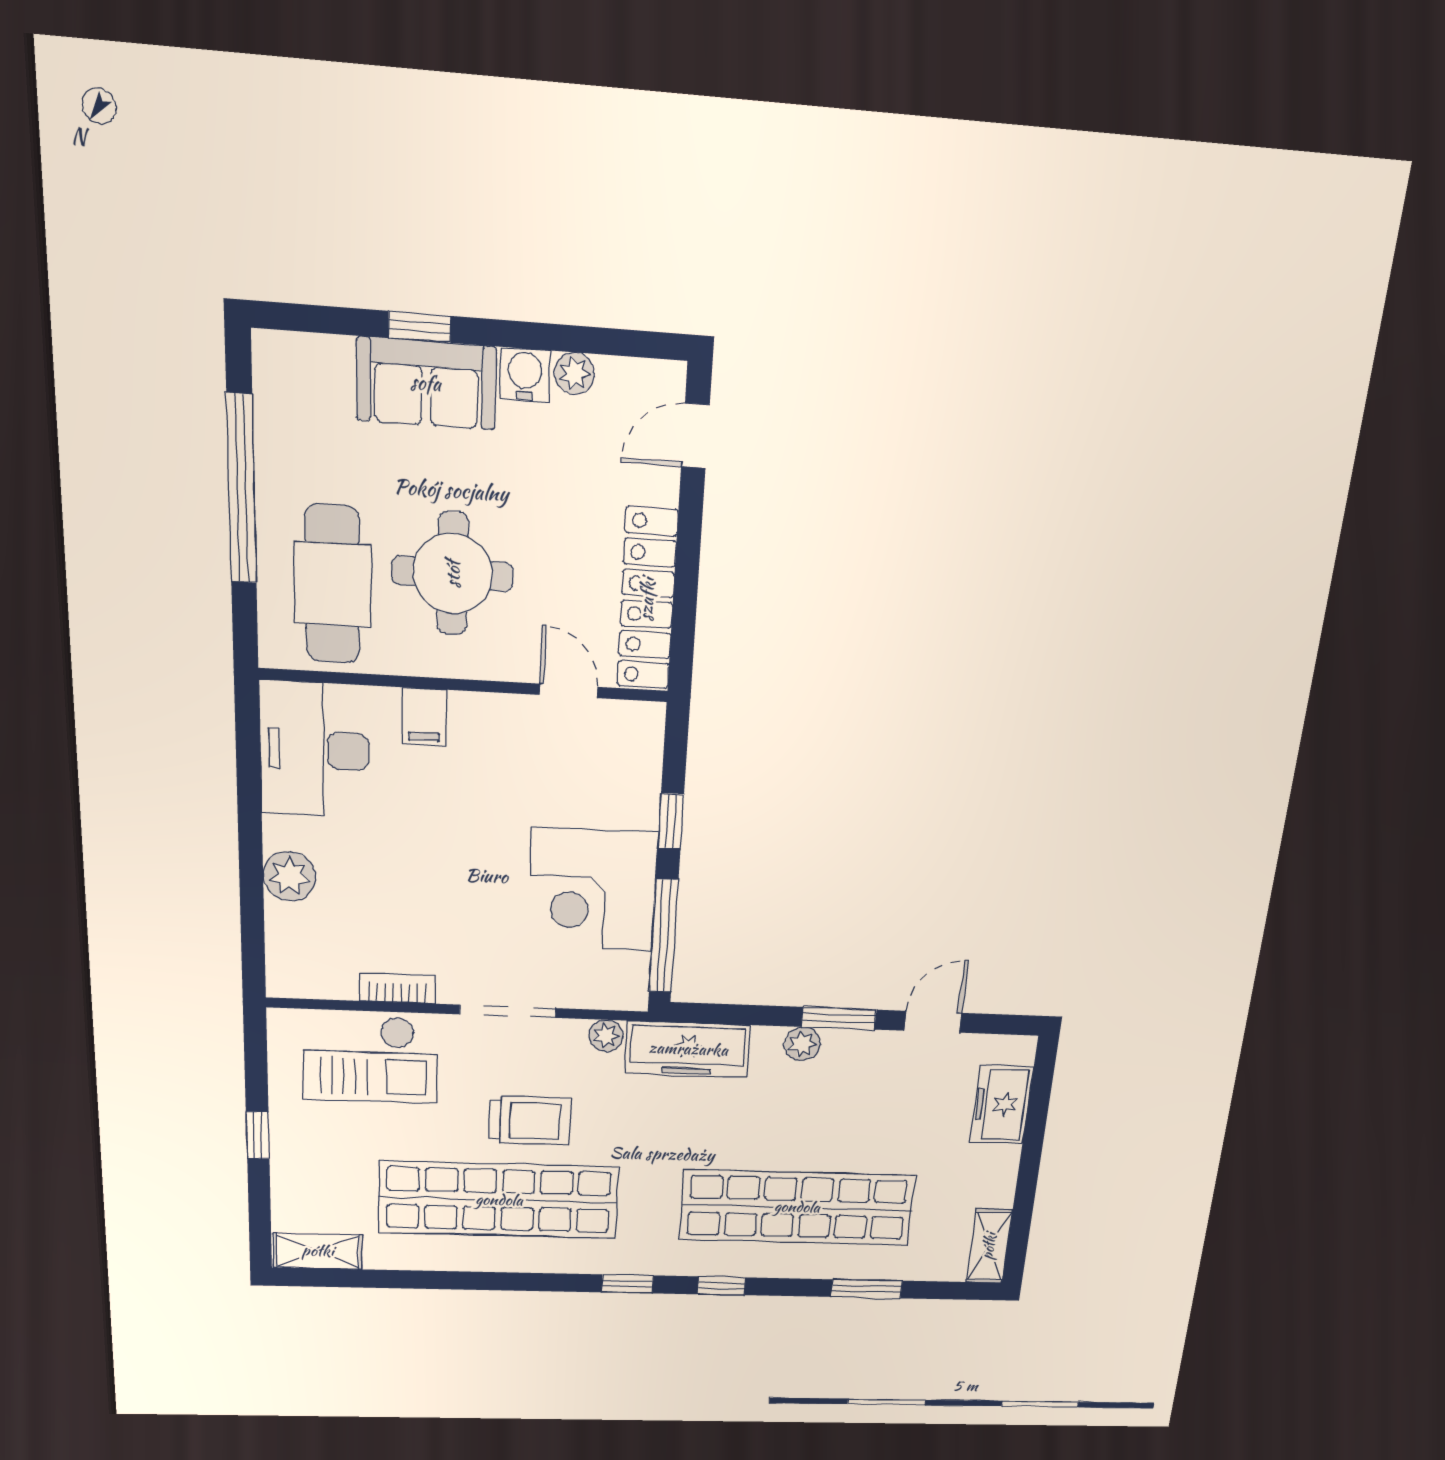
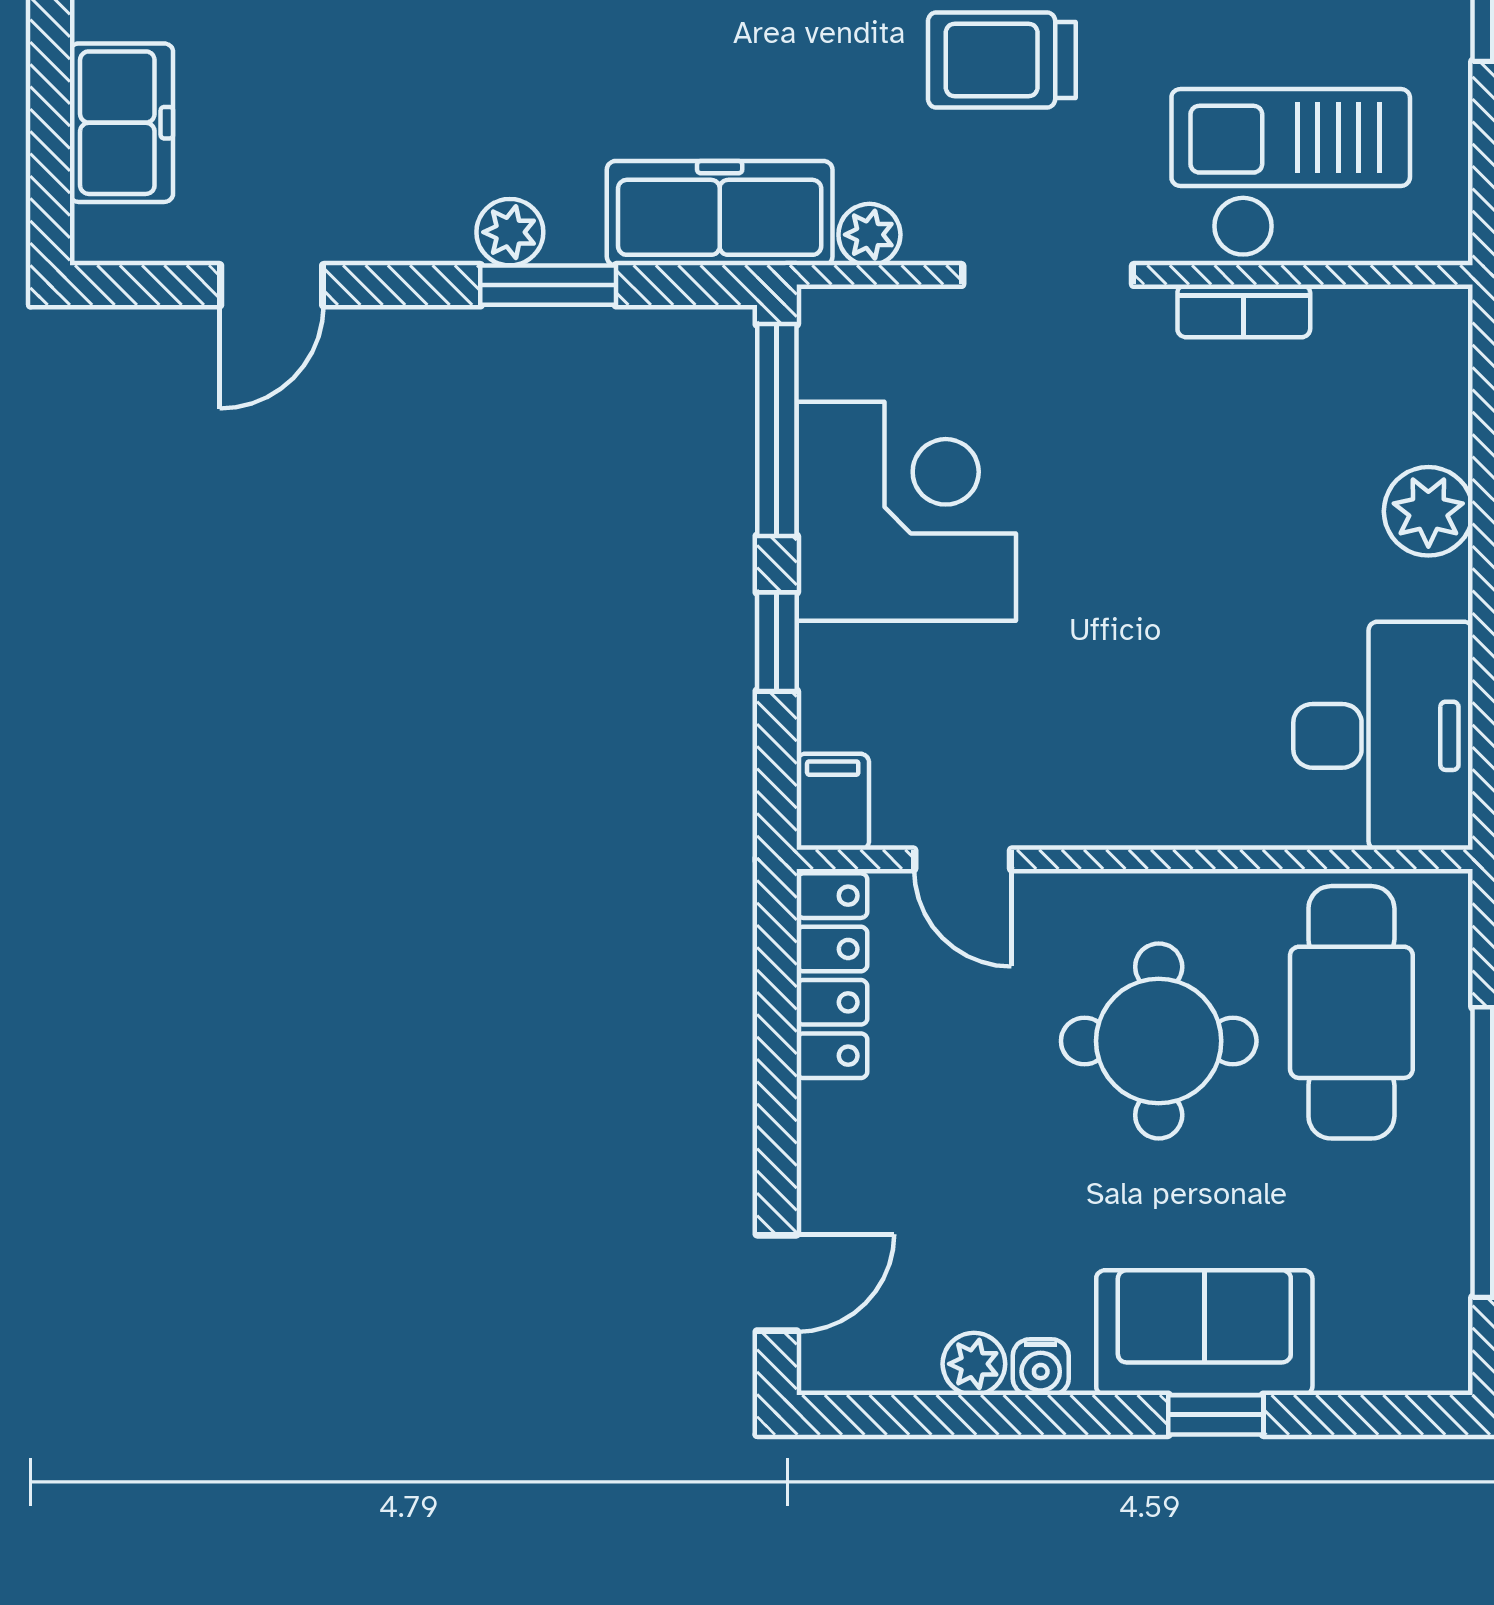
water cooler: (525, 375) -> (1041, 1367), width x0.72, depth x0.72
locker: (647, 599) -> (832, 976), width x0.71, depth x0.83
filing cabinet: (424, 717) -> (833, 802), moved
window: (839, 1018) -> (548, 285), moved

